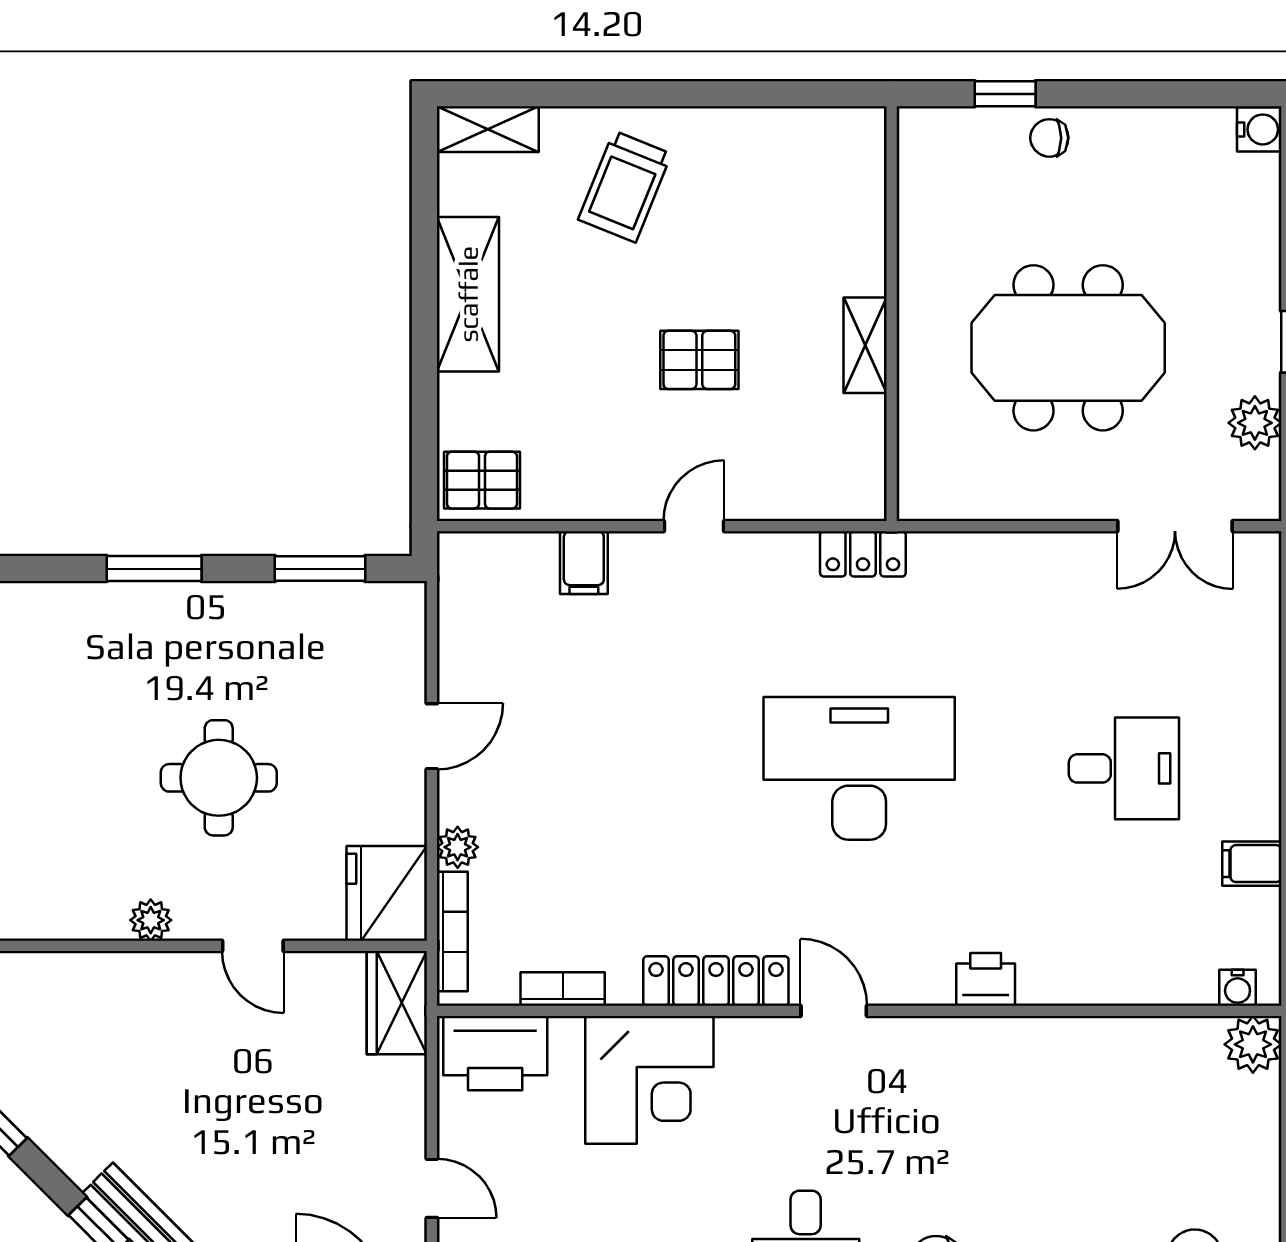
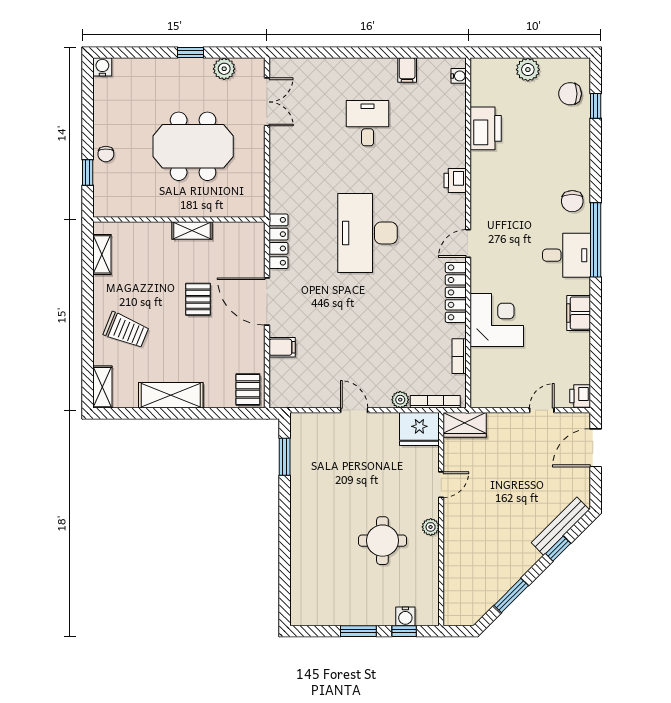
shelving: (807, 128) -> (102, 254), added
meeting table: (1068, 348) -> (193, 146), turned 90
door: (694, 526) -> (267, 302), width x1.87
locker: (863, 554) -> (278, 241), width x1.53
window: (154, 569) -> (285, 526), removed
round table: (219, 778) -> (382, 541), moved
plant: (1253, 1044) -> (528, 70), moved
printer: (495, 1053) -> (486, 128), moved

